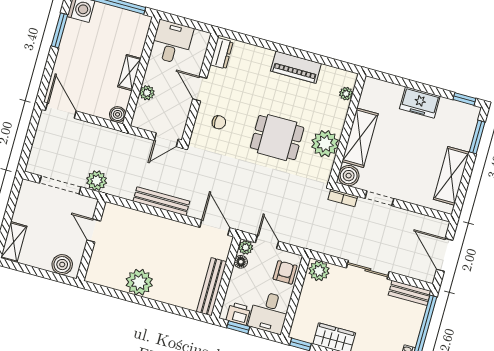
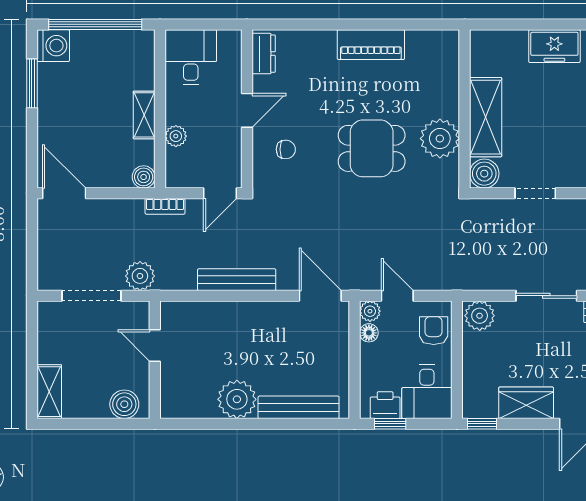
door: (200, 89) -> (247, 110), swing flipped
plant: (346, 94) -> (450, 62), removed
bookcase: (343, 198) -> (165, 206), moved
bench: (212, 287) -> (299, 407), moved, turned 90

